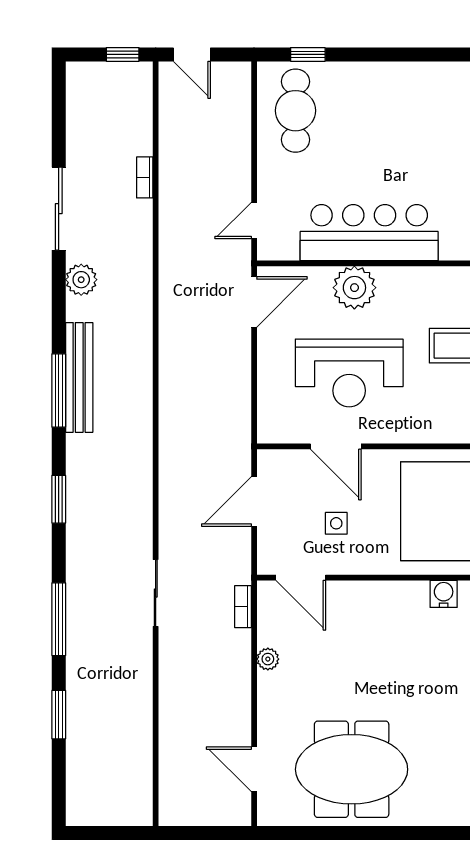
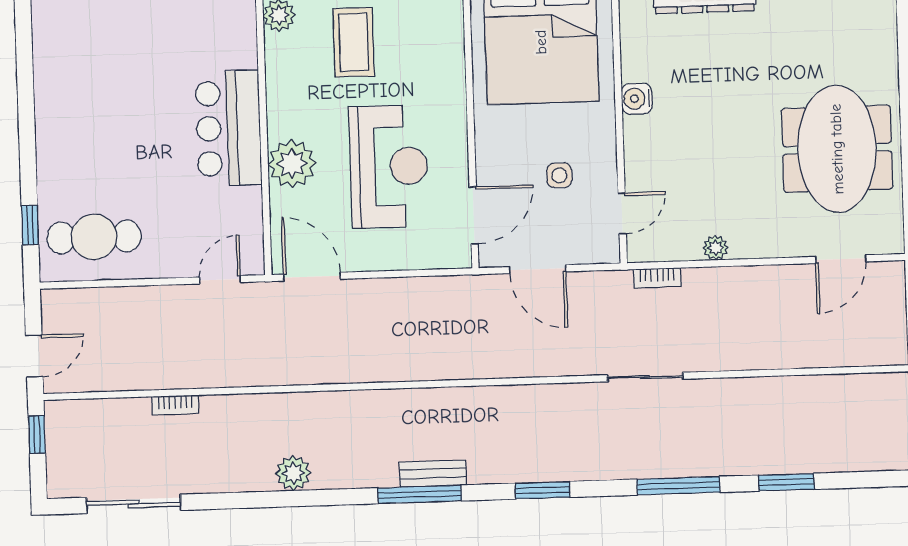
sliding door: (59, 209) -> (133, 504), moved
door: (254, 221) -> (220, 280), swing flipped
bar counter: (369, 233) -> (229, 128), width x0.73
bench: (79, 377) -> (433, 473), width x0.54, depth x0.82
door: (336, 446) -> (474, 215), moved
door: (301, 578) -> (622, 213), width x0.73
water cooler: (444, 594) -> (637, 99), moved

